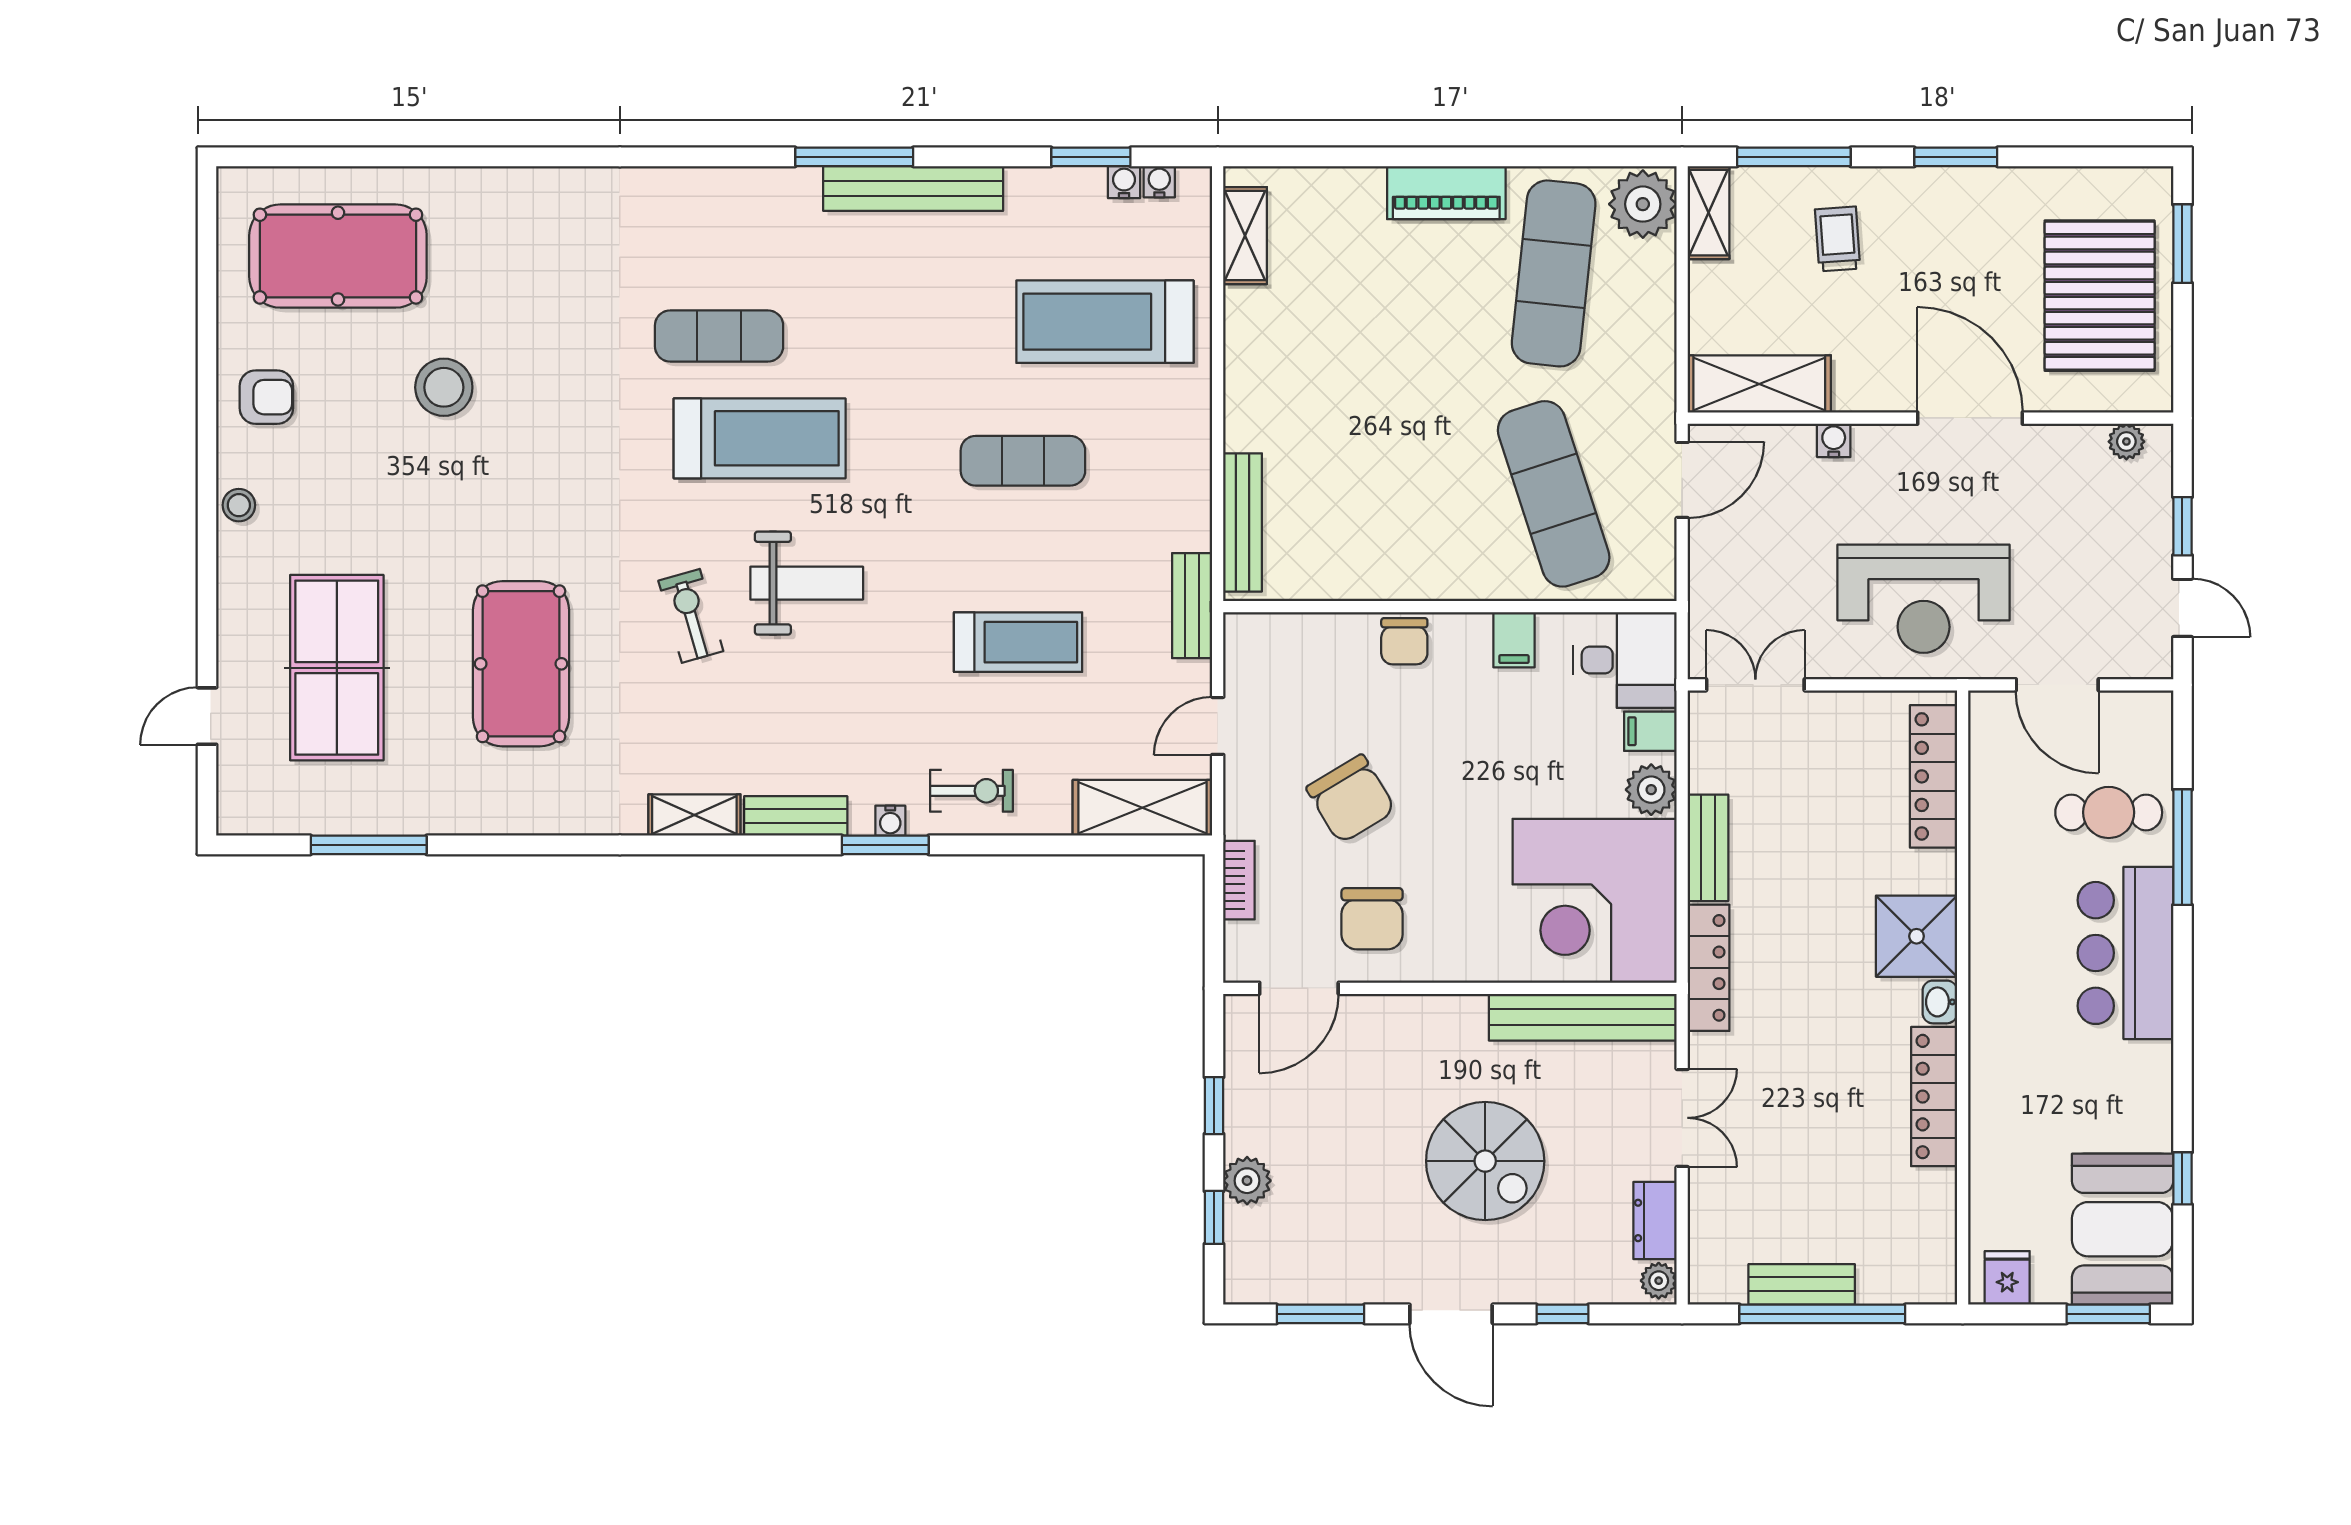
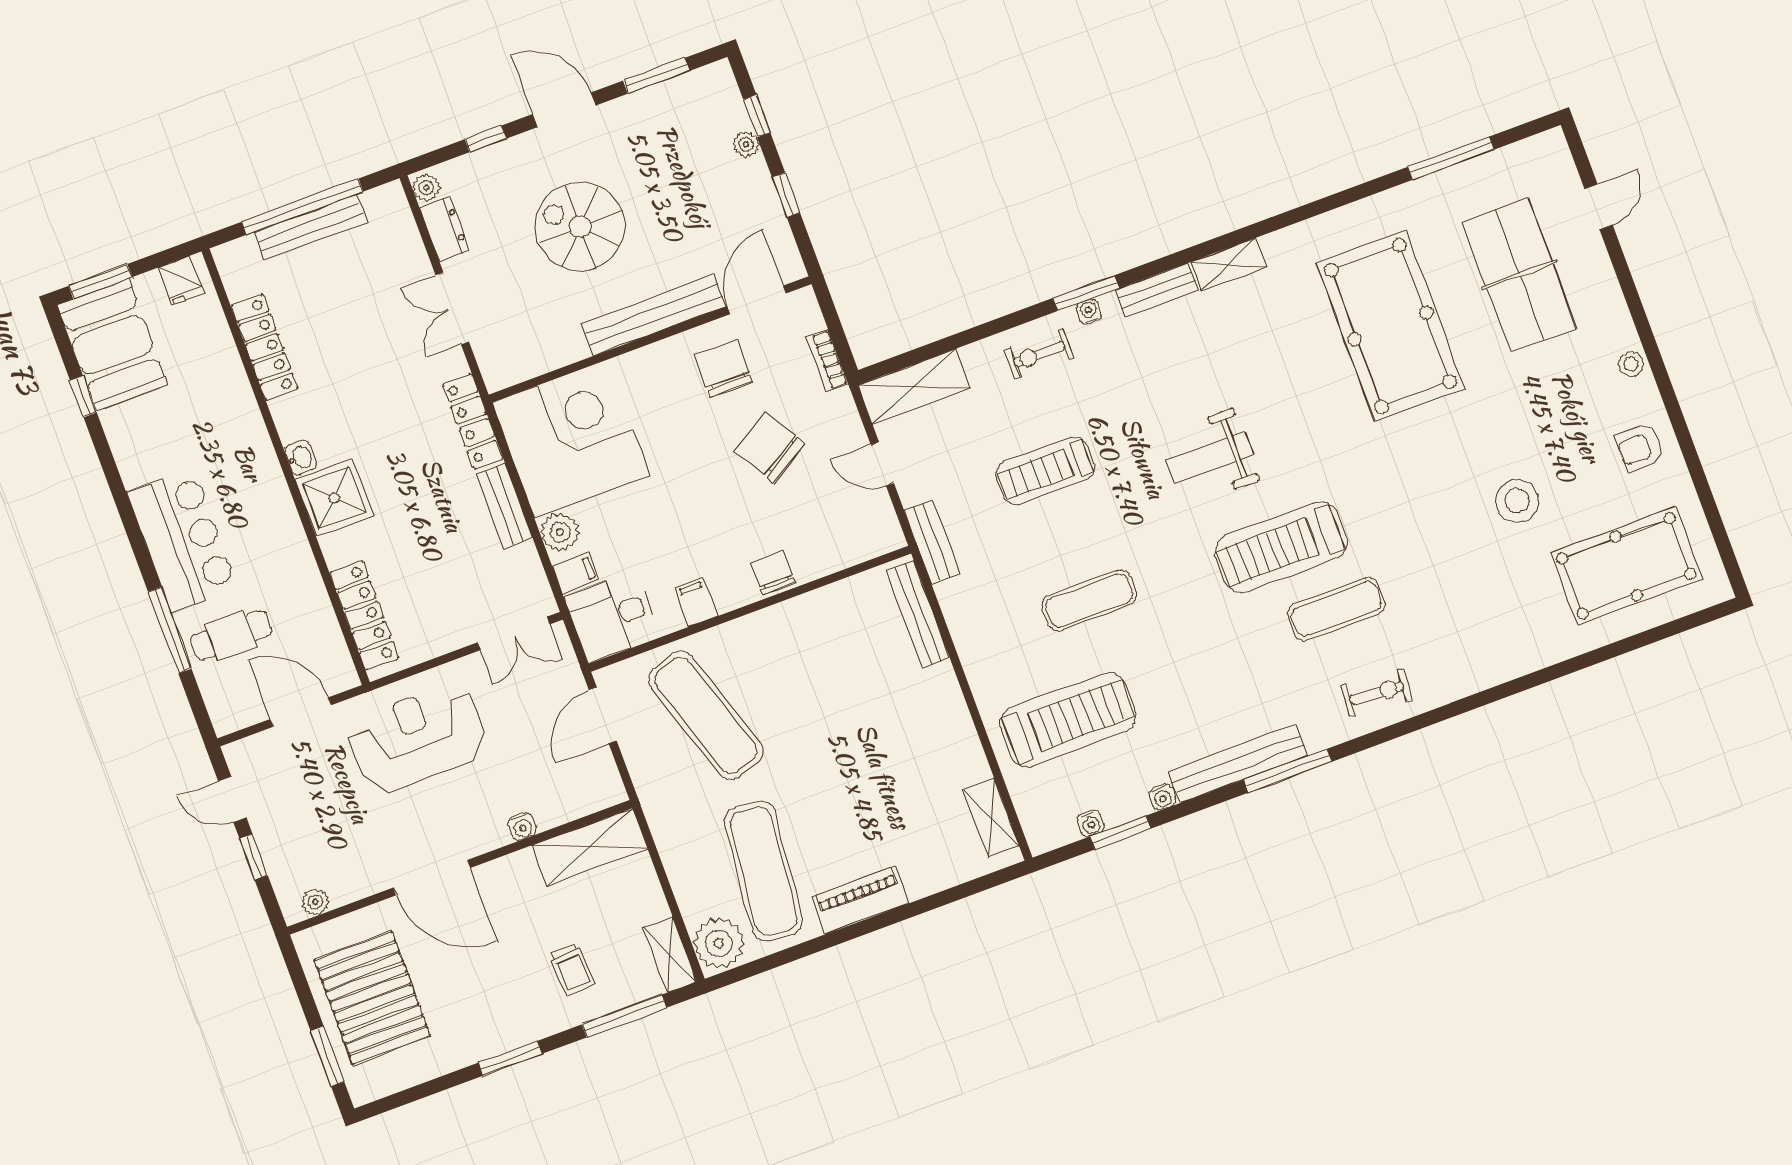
water cooler: (1159, 182) -> (1162, 797), moved
door: (1682, 480) -> (603, 715), moved
exercise bike: (691, 616) -> (1377, 693), moved, turned -69
pool table: (521, 664) -> (1390, 326), width x1.36, depth x1.32
door: (1218, 726) -> (882, 464), swing flipped
bench: (1583, 1017) -> (654, 315), moved
locker: (1934, 1097) -> (264, 347), moved
plant: (1247, 1181) -> (746, 144), width x0.73, depth x0.73
bench: (1802, 1284) -> (311, 227), width x1.36

